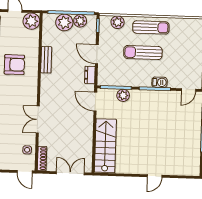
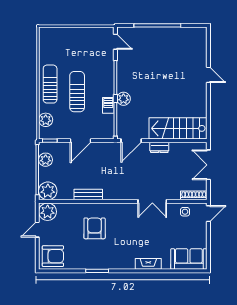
plant: (64, 22) -> (48, 191), moved
sun lounger: (143, 53) -> (77, 92), turned 180
dresser: (90, 75) -> (159, 147), moved
barbecue: (159, 82) -> (108, 105), moved
plant: (123, 95) -> (123, 99), moved

